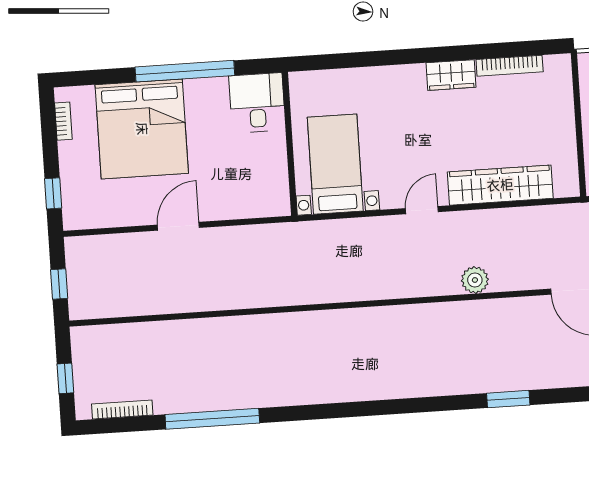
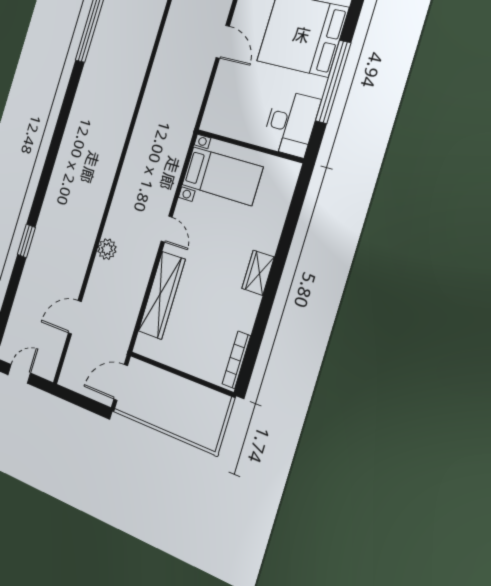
bookcase: (510, 66) -> (236, 360), moved
wardrobe: (451, 75) -> (258, 273), moved
desk: (257, 103) -> (291, 123), width x1.37

